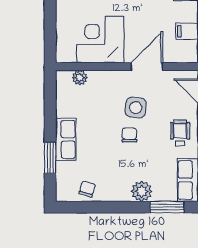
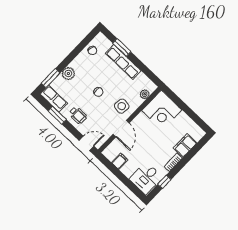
corner desk: (100, 39) -> (162, 110), moved, turned 90
side table: (136, 108) -> (122, 106), moved
row of seats: (66, 139) -> (123, 62), width x1.48

